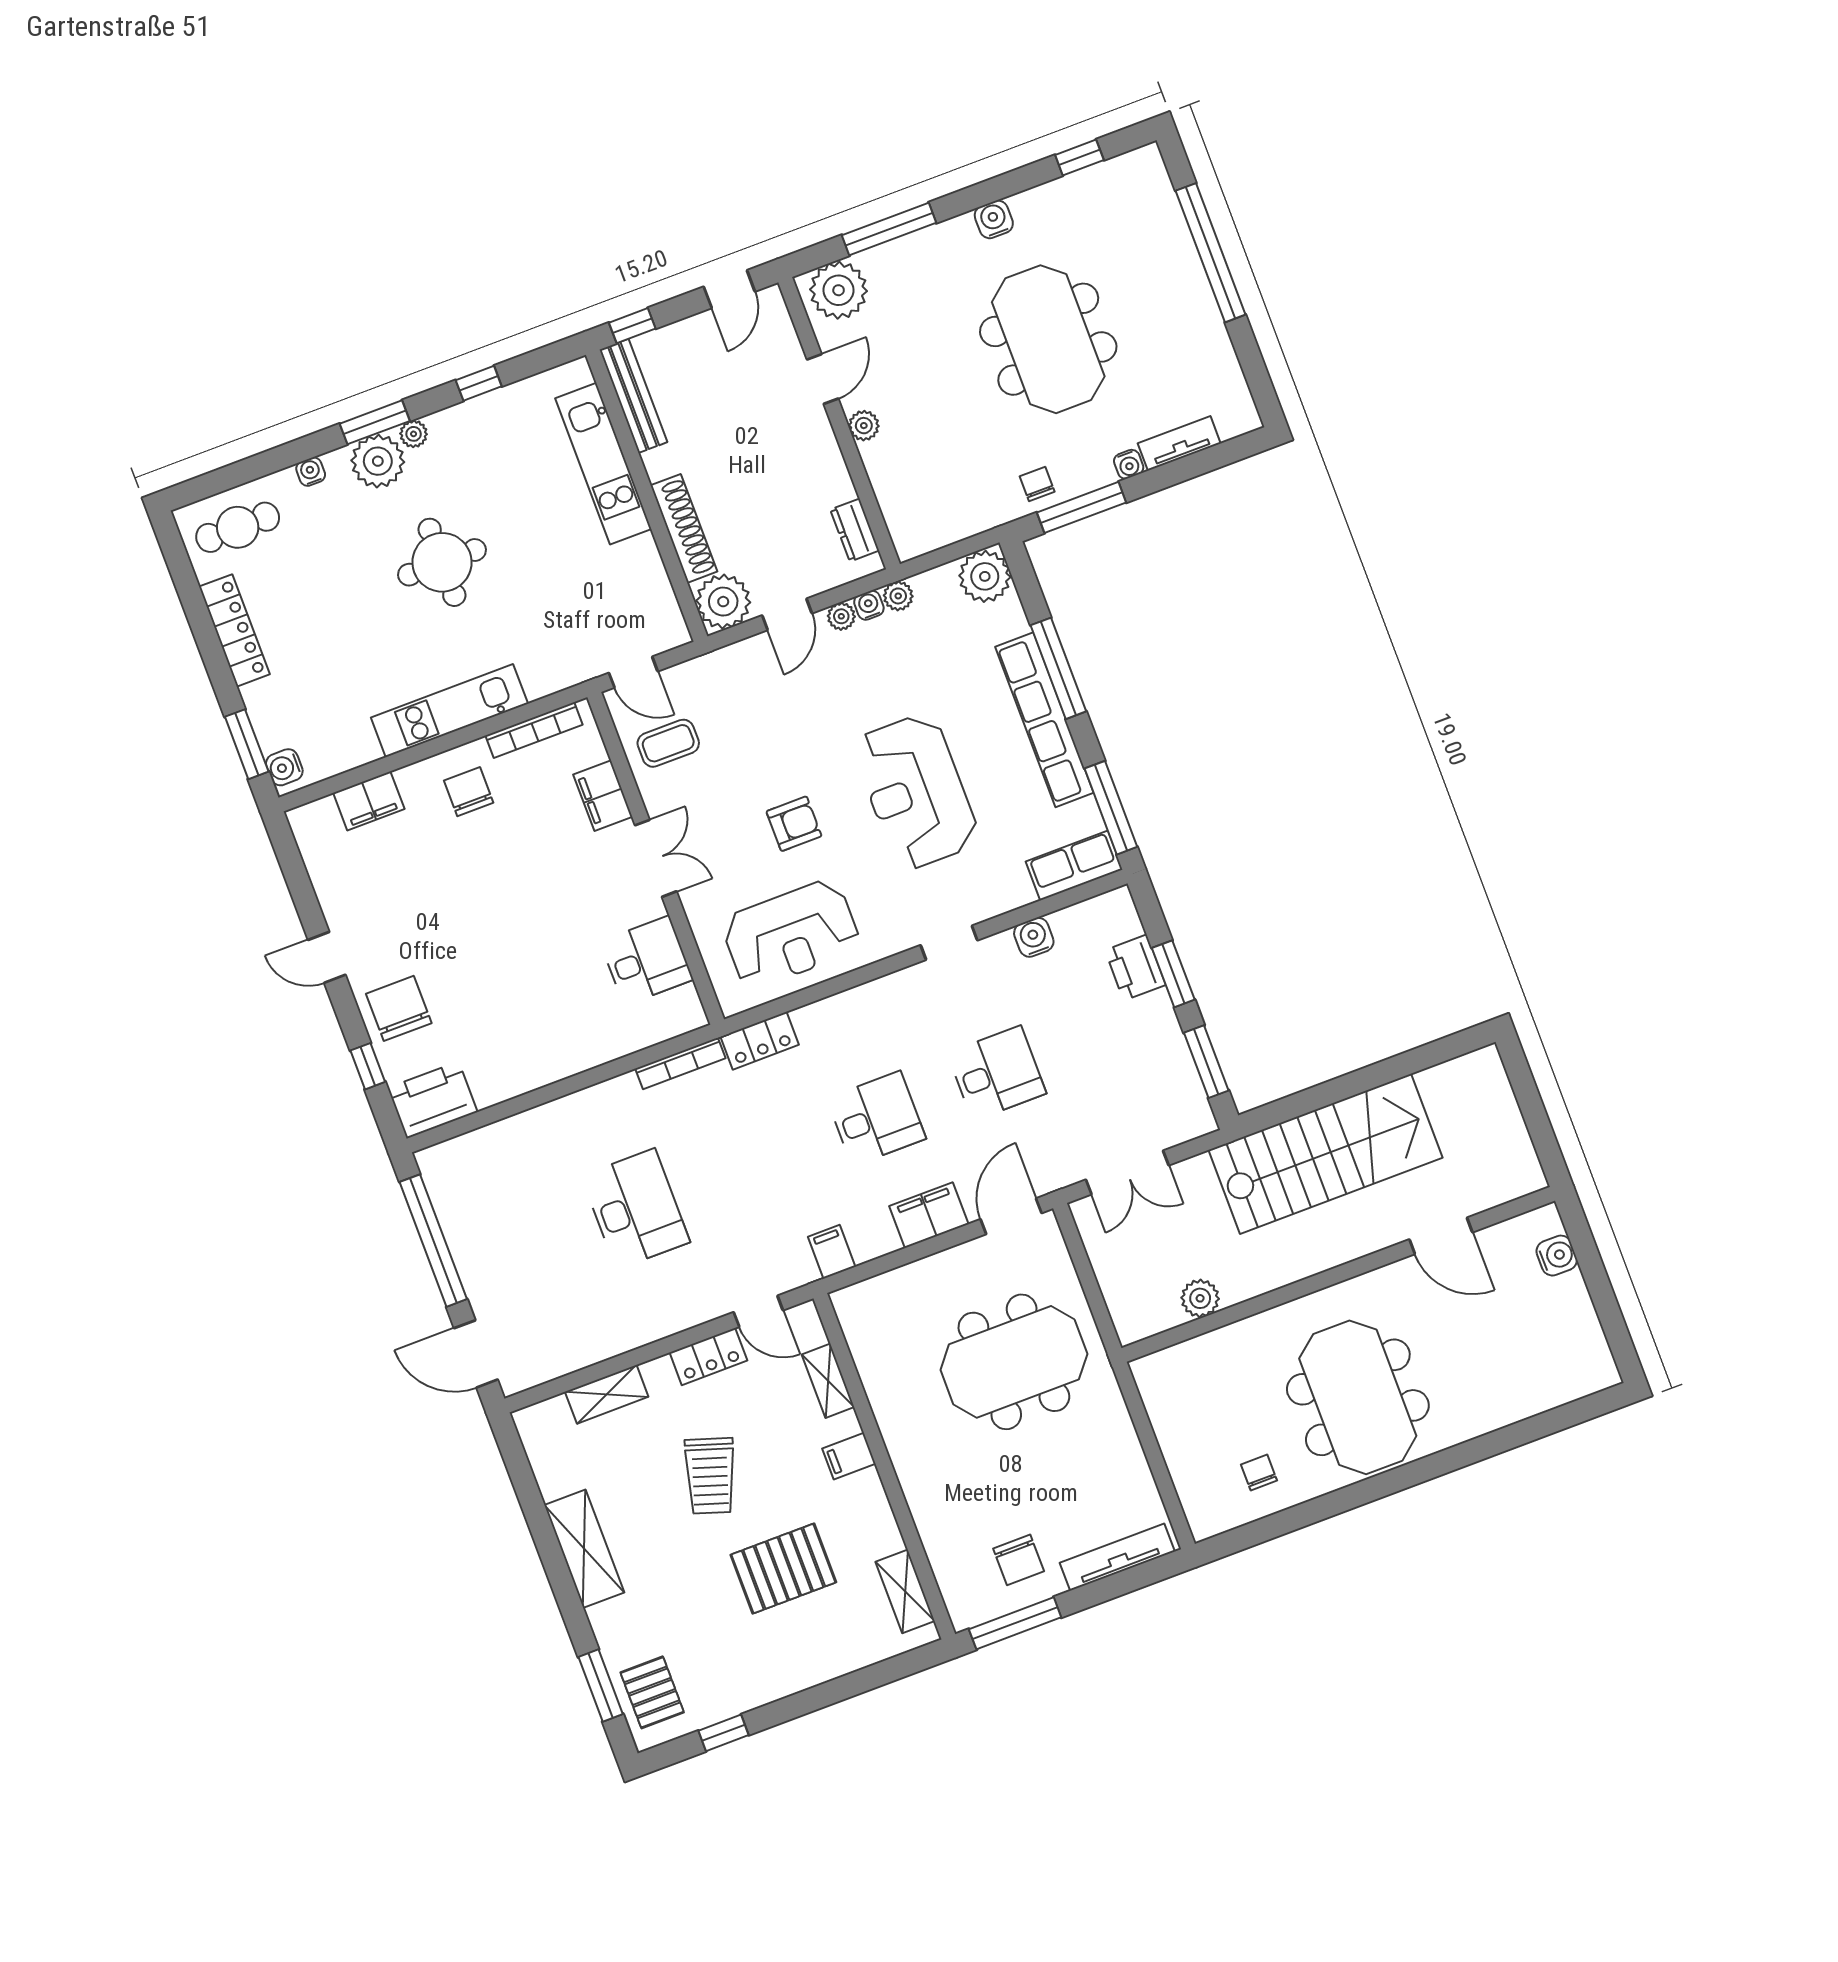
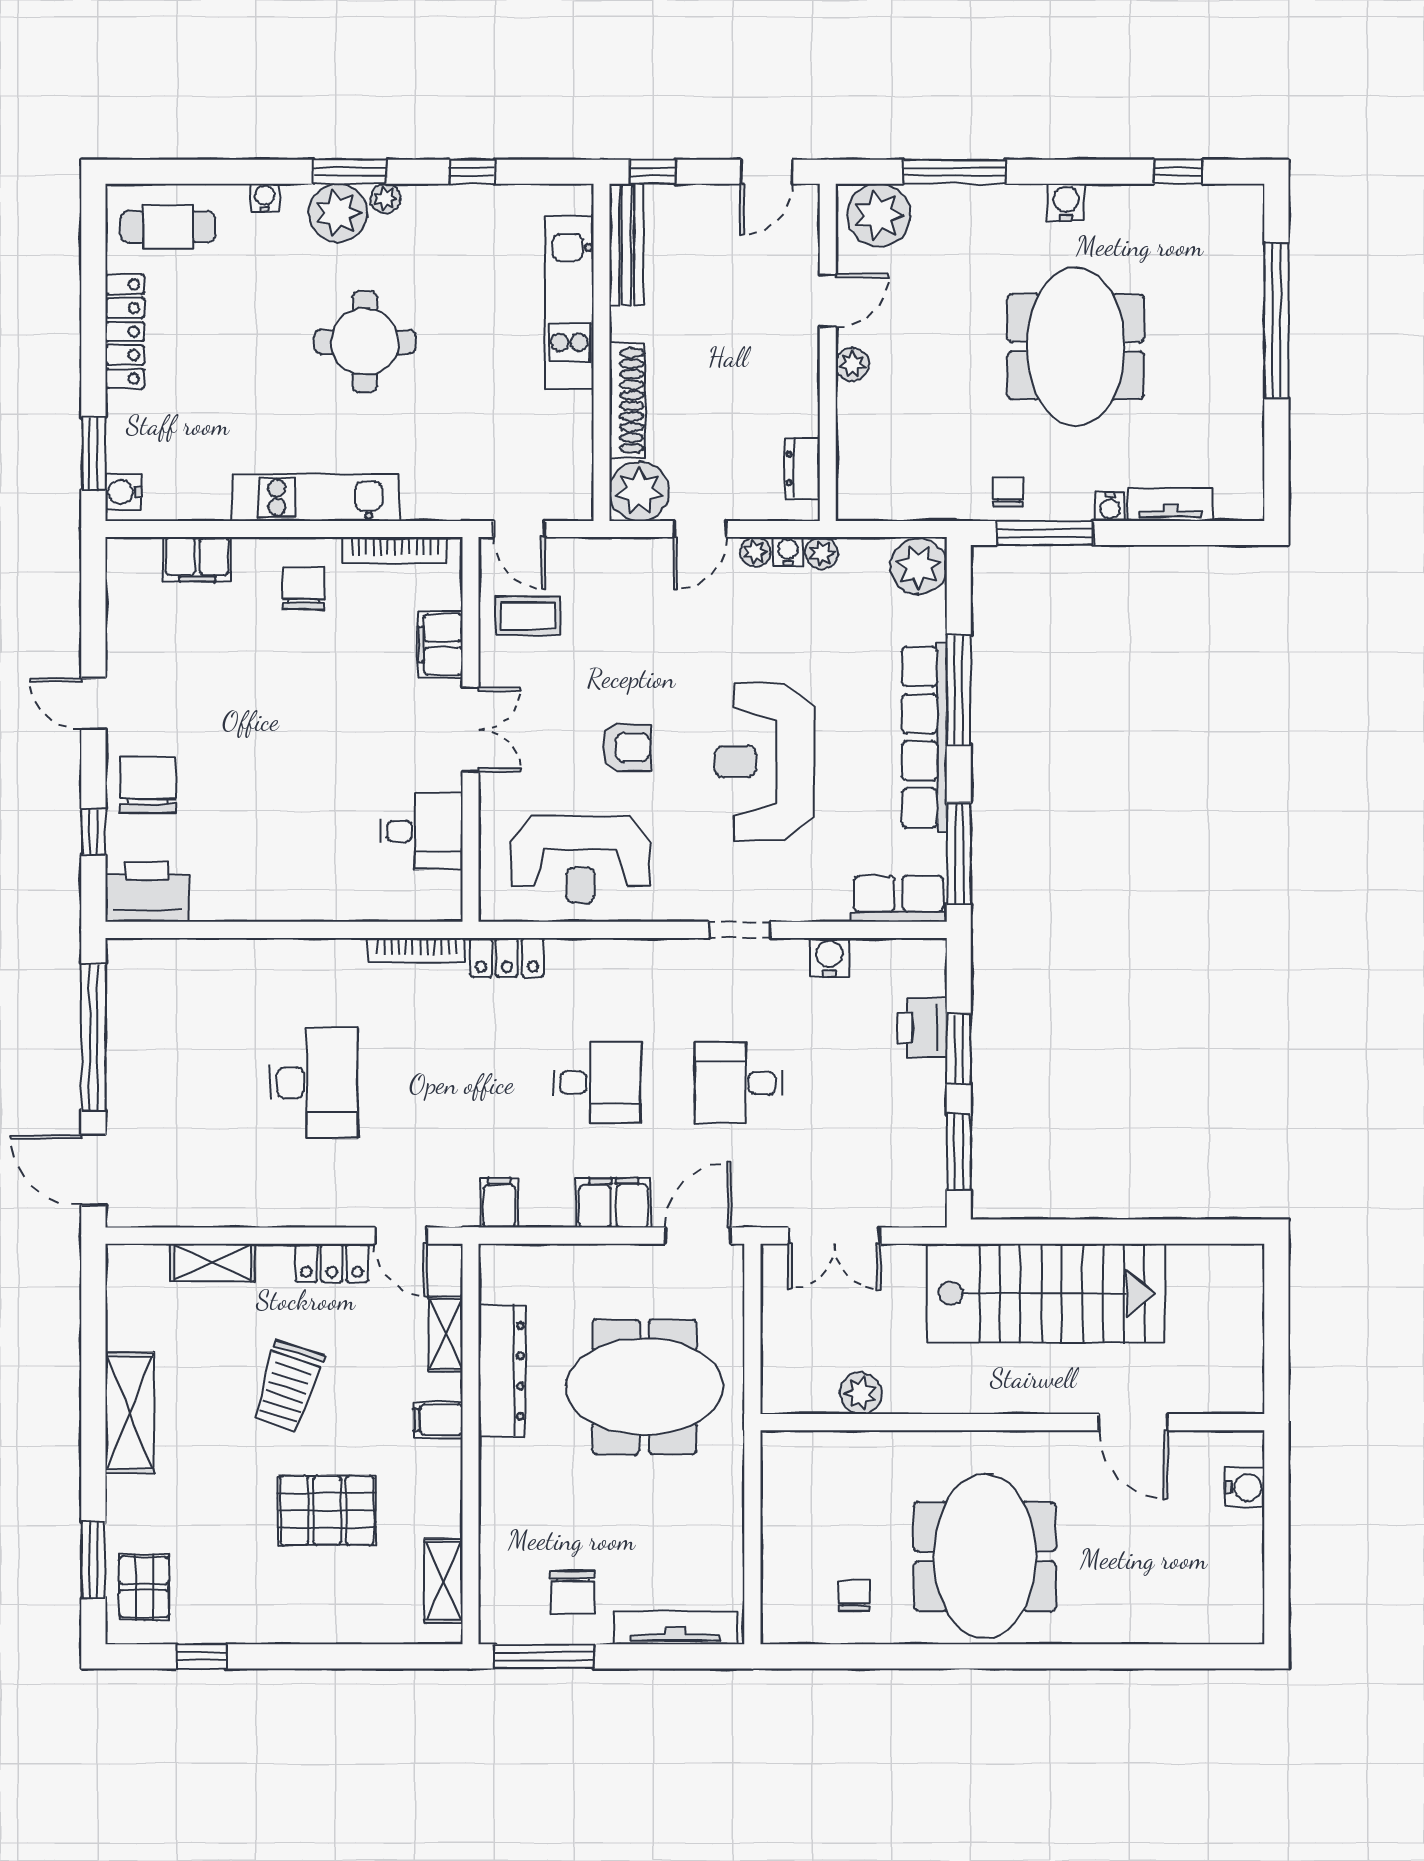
desk: (997, 1073) -> (738, 1083), turned 180
dresser: (888, 1394) -> (502, 1371), added

